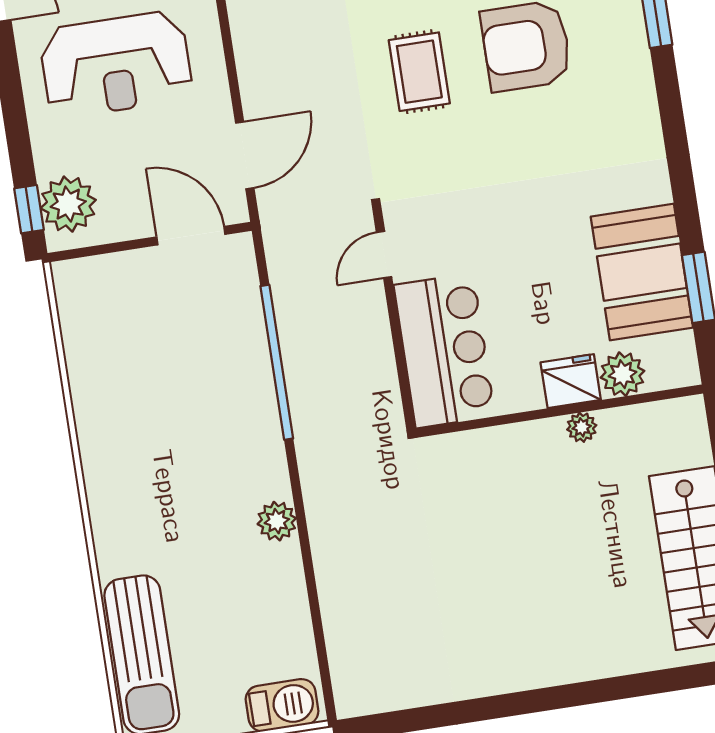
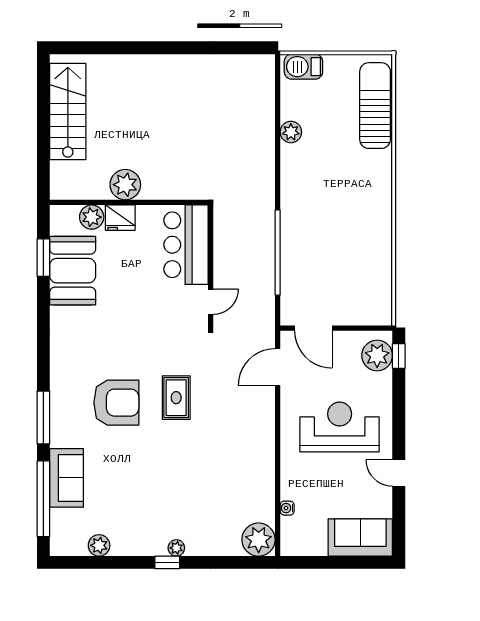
plant: (582, 427) -> (125, 185), width x1.88, depth x1.88
plant: (277, 521) -> (291, 132), moved

